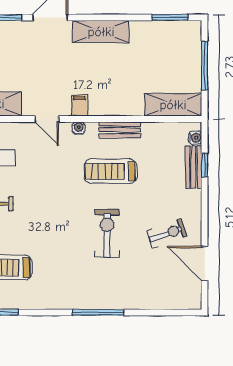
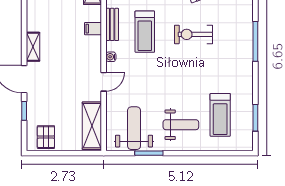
shelving: (101, 32) -> (33, 47), width x0.67, depth x0.75
filing cabinet: (79, 105) -> (93, 29), moved

